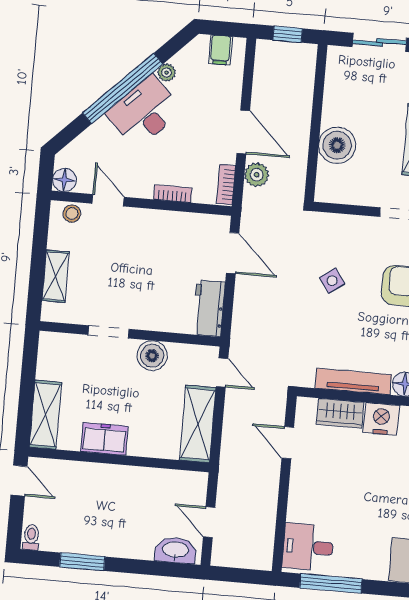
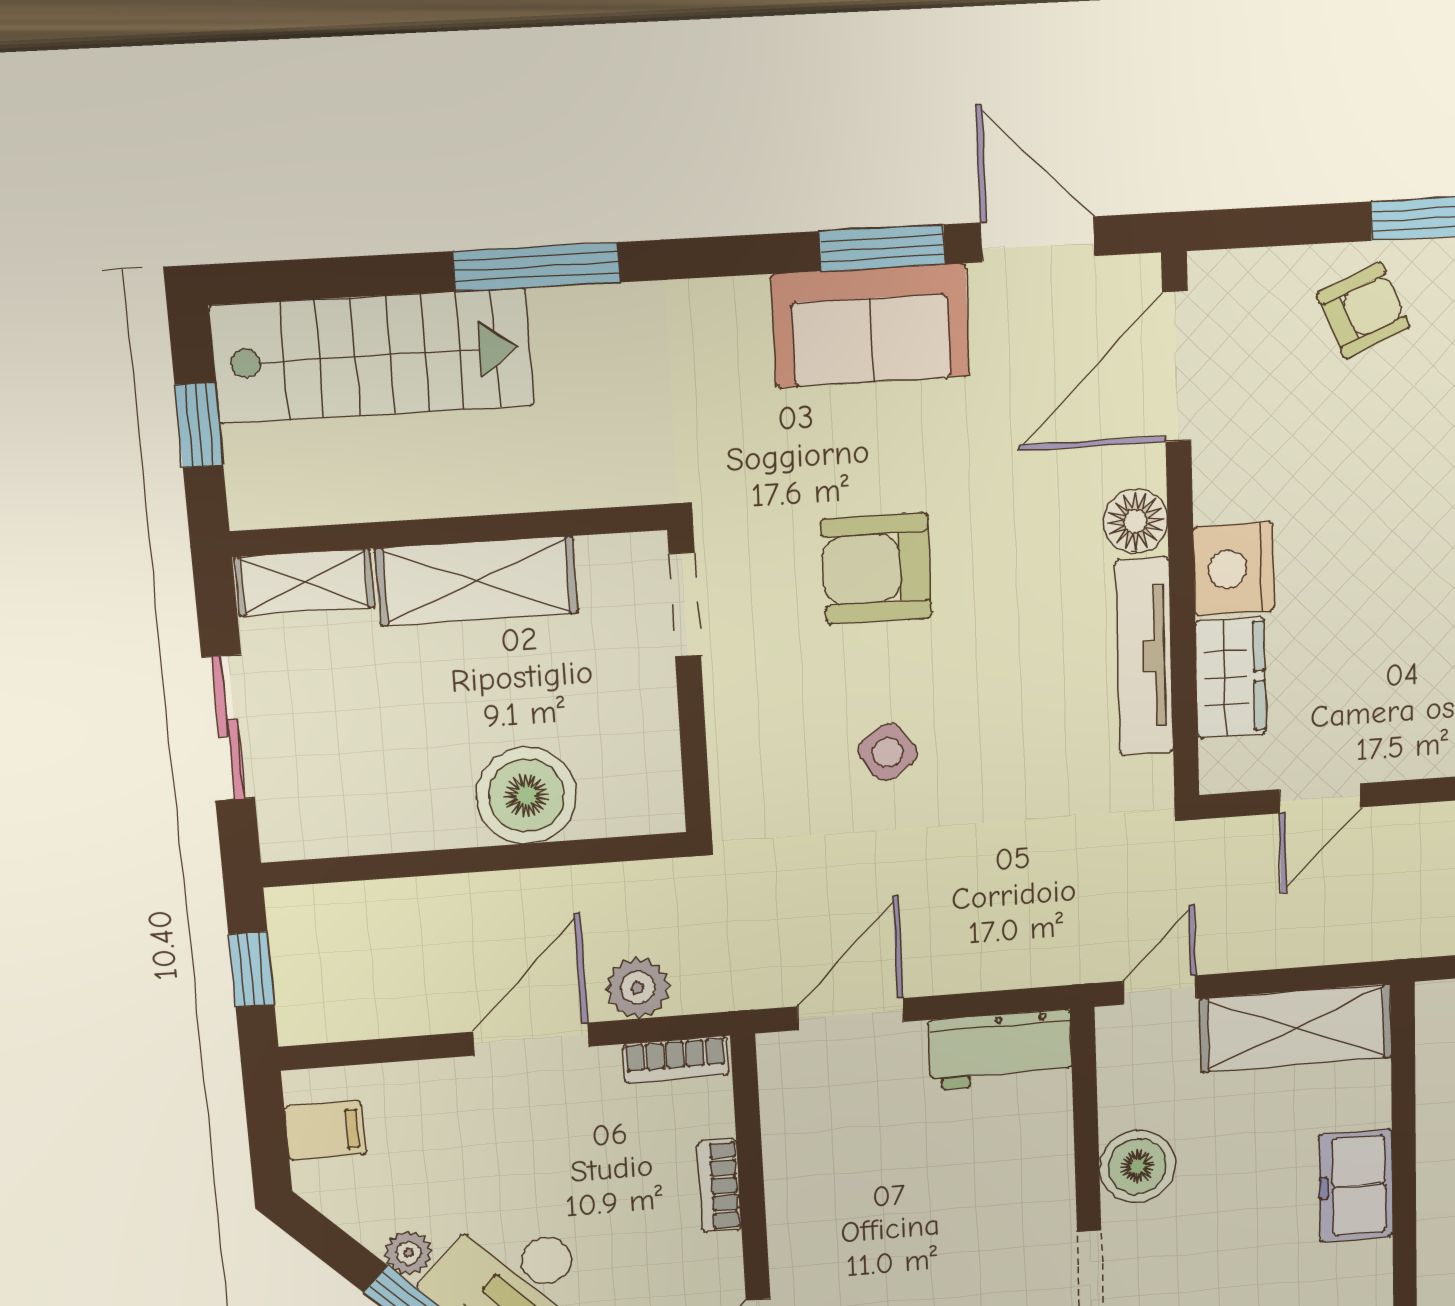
freezer: (104, 439) -> (1356, 1186), moved

